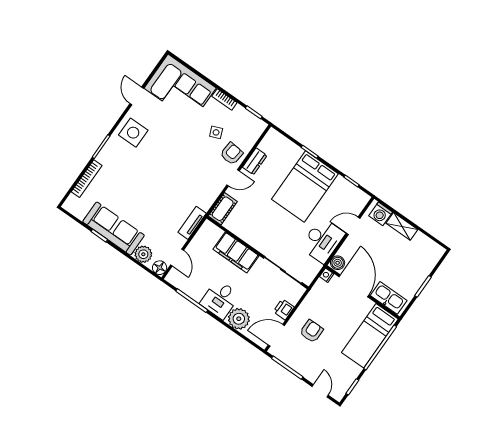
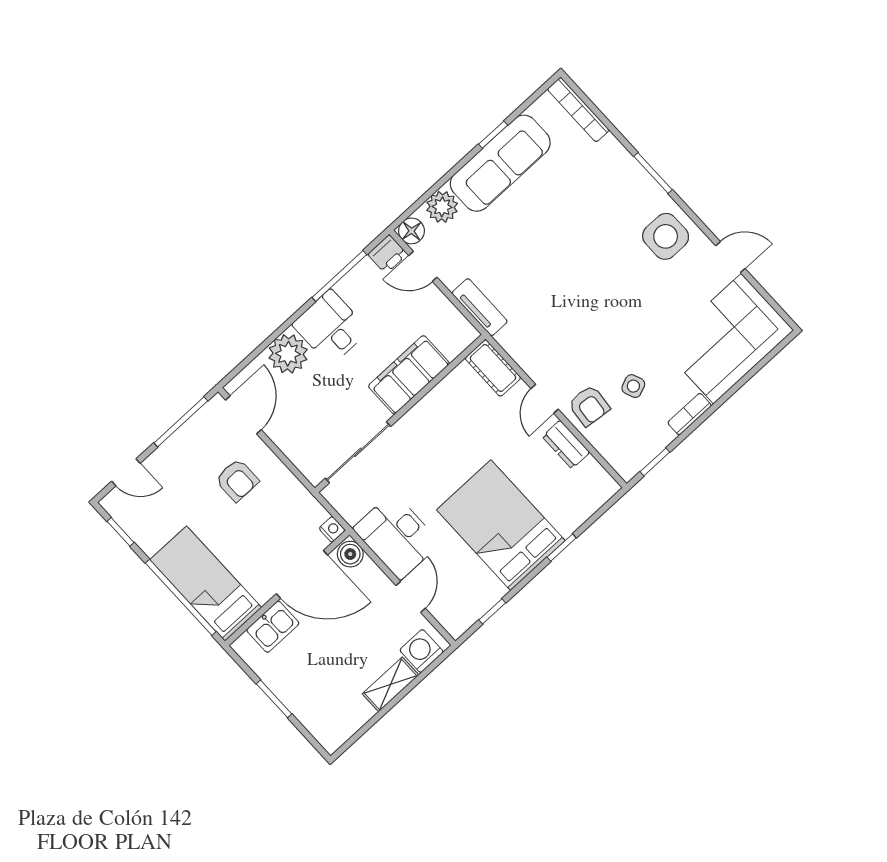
bookcase: (87, 179) -> (578, 110), moved
kitchen sink: (389, 298) -> (273, 627), width x0.73
printer: (284, 309) -> (387, 254), moved, turned 90

